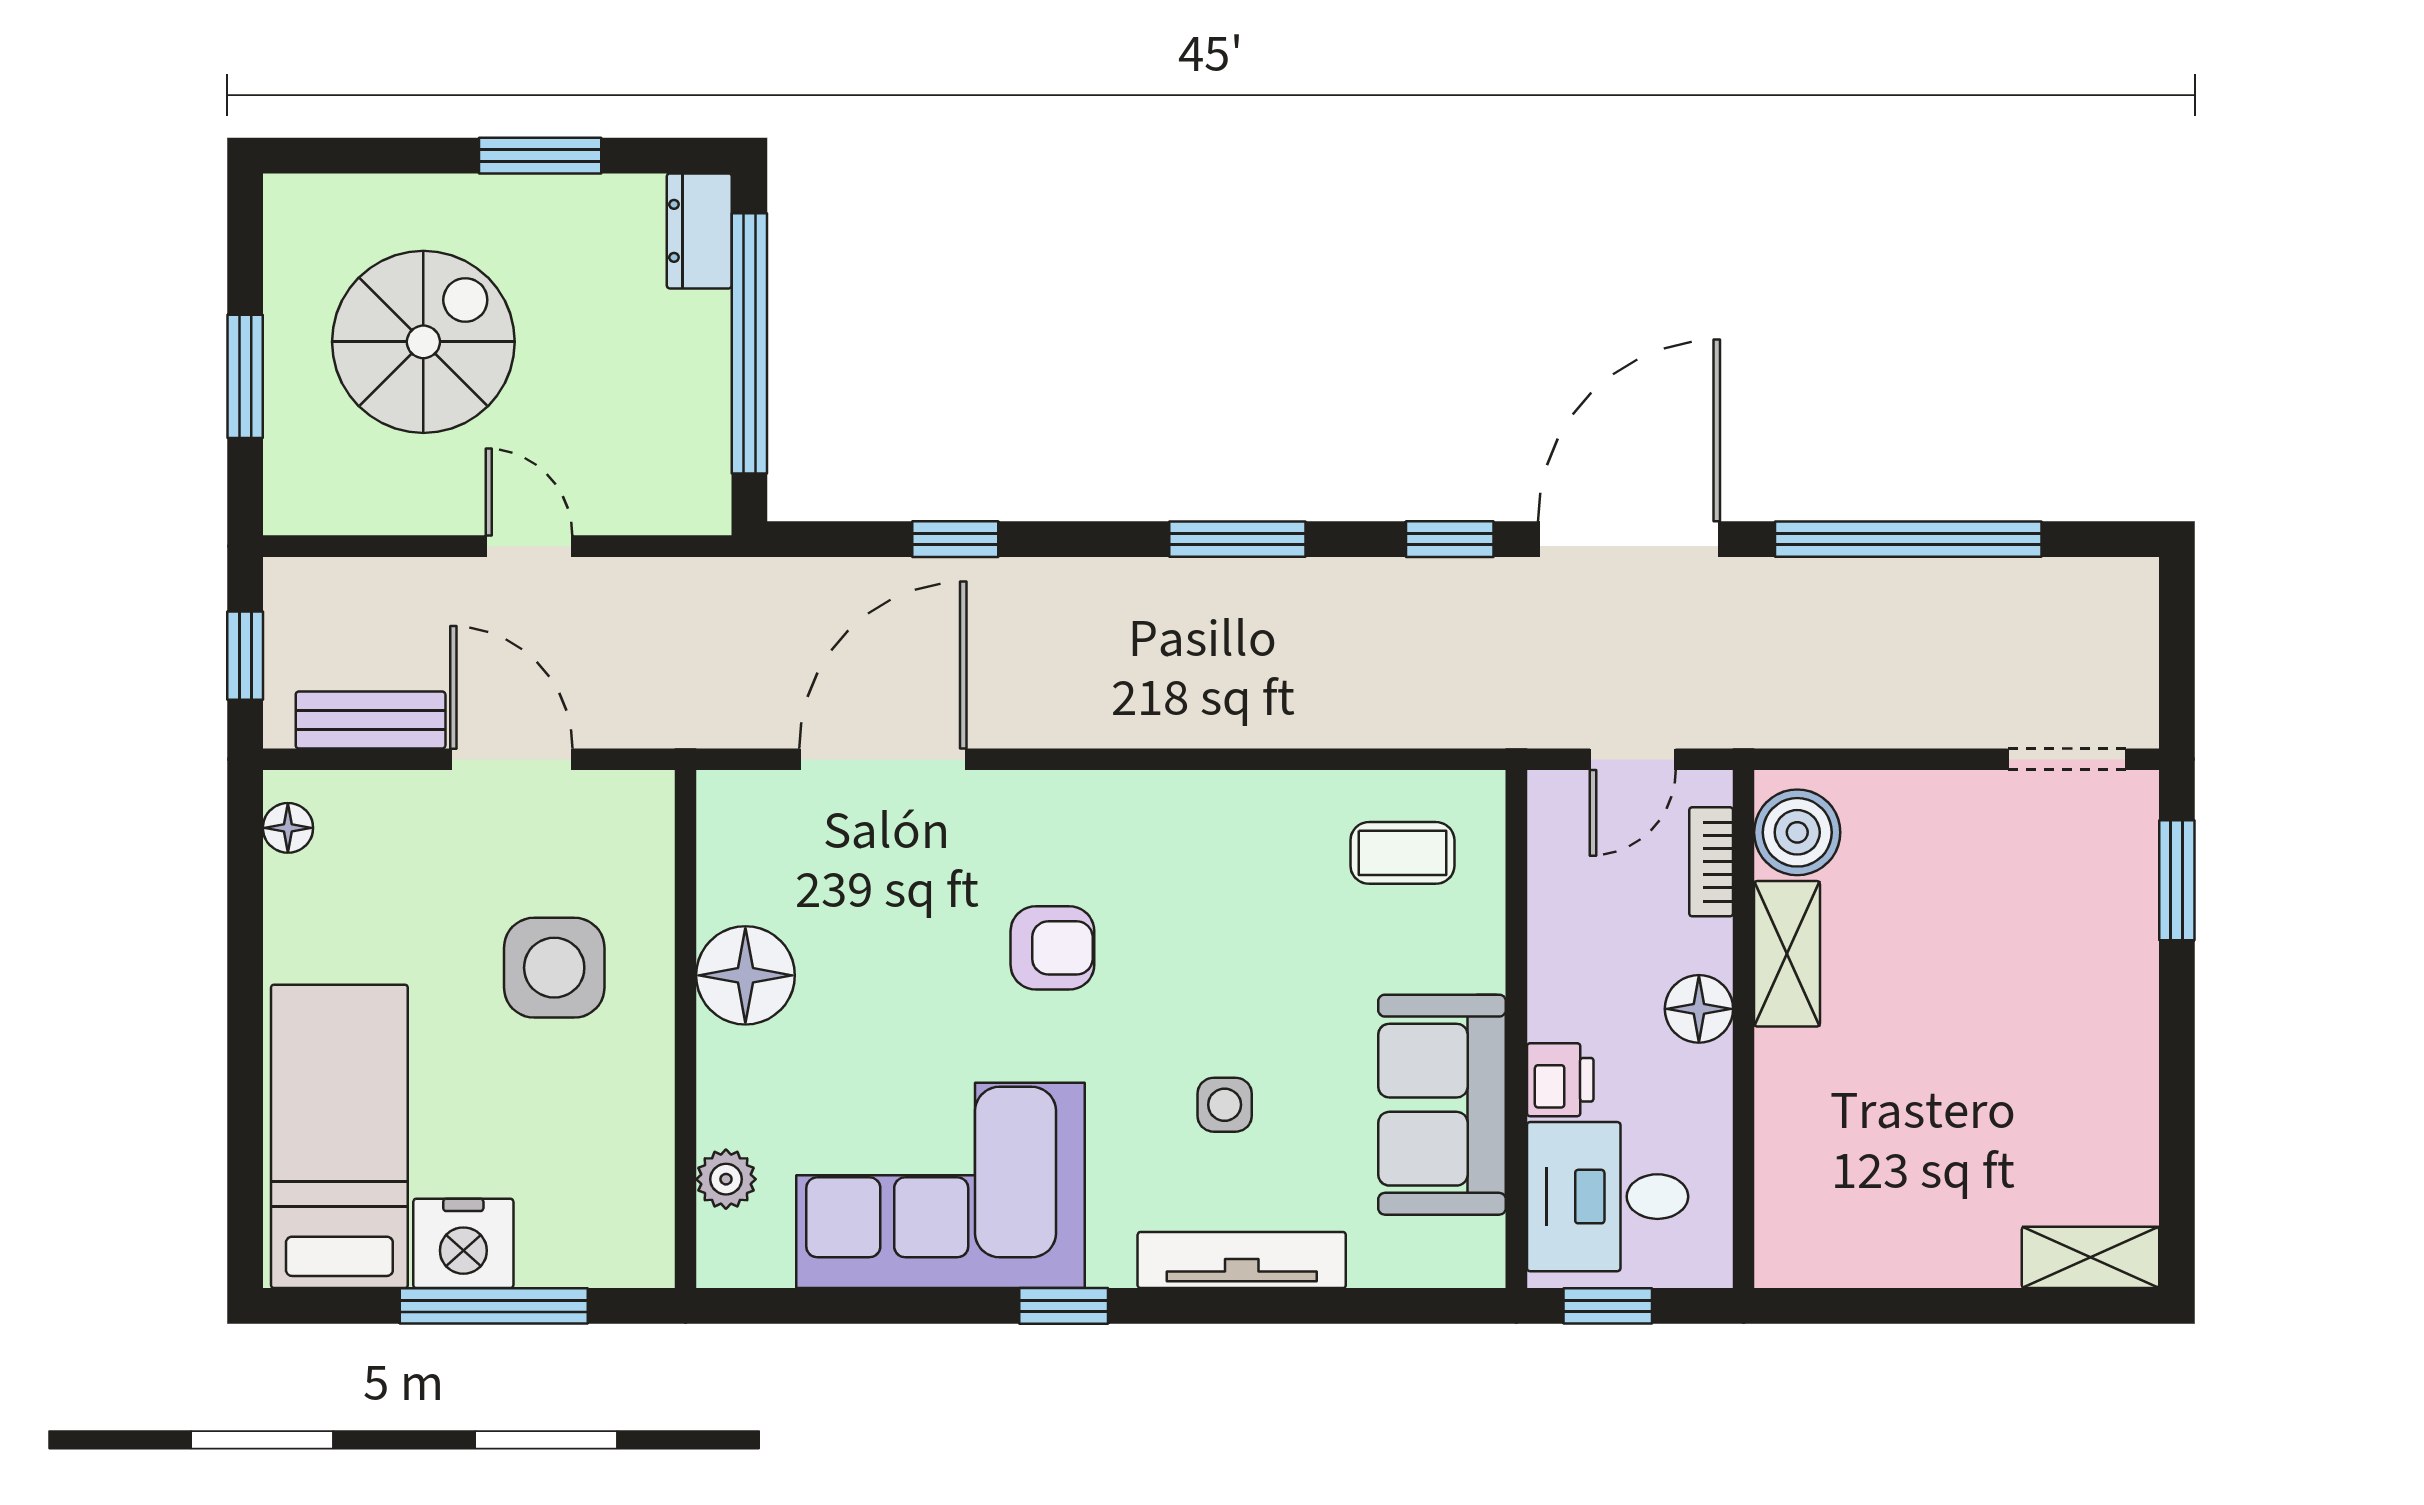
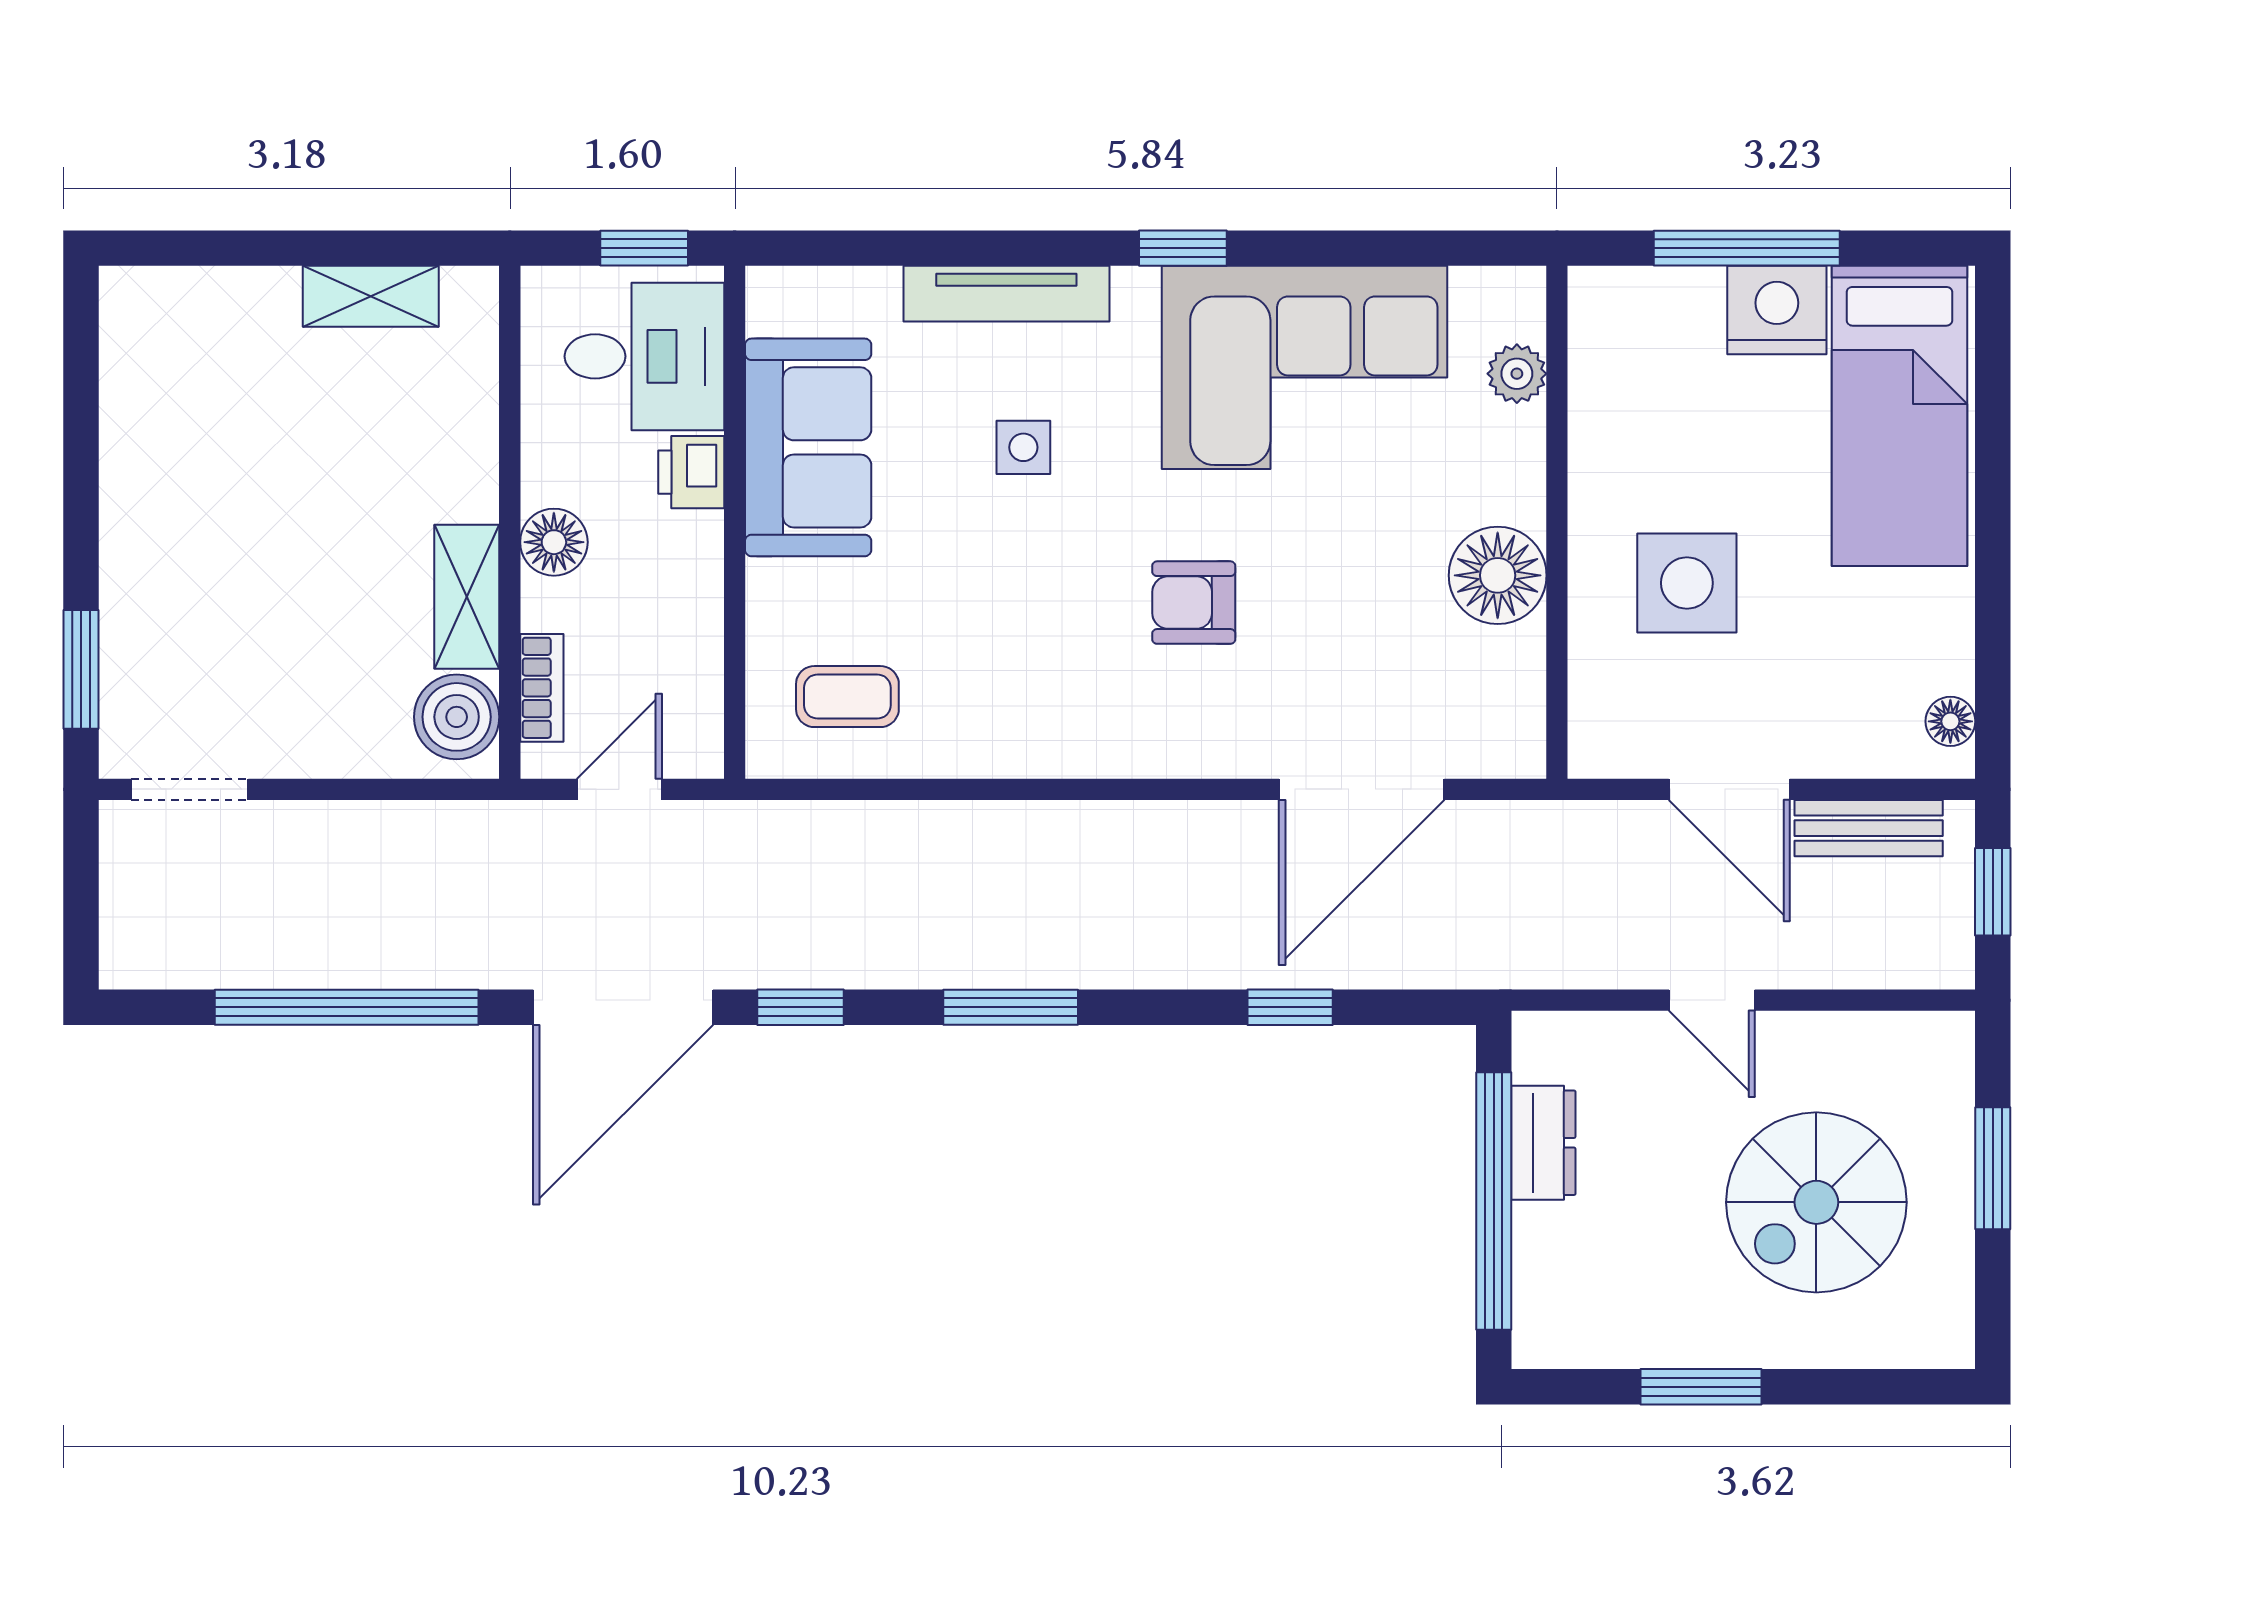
dresser: (699, 231) -> (1543, 1143), moved
shelving: (2090, 1257) -> (371, 296), moved

